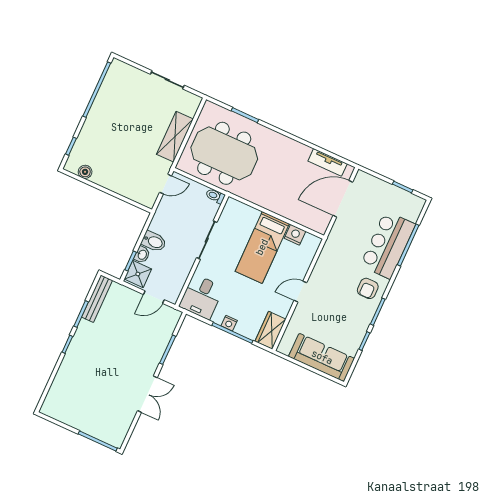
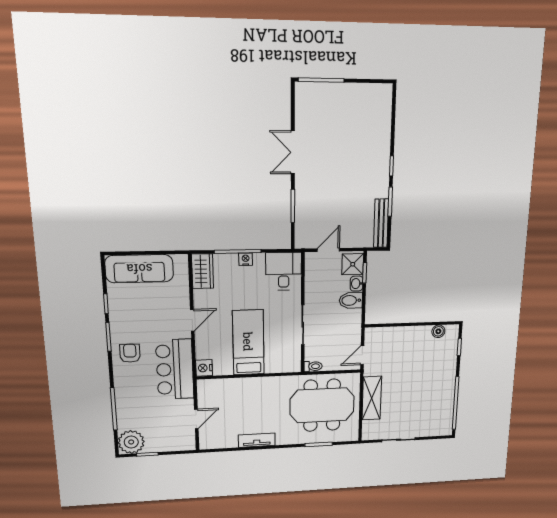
tv unit: (328, 162) -> (257, 440), moved
door: (343, 199) -> (196, 419), width x0.53
plant: (410, 206) -> (131, 442), added
nightstand: (295, 235) -> (204, 368), moved, turned 90
bar counter: (388, 245) -> (175, 369), moved, turned 180

